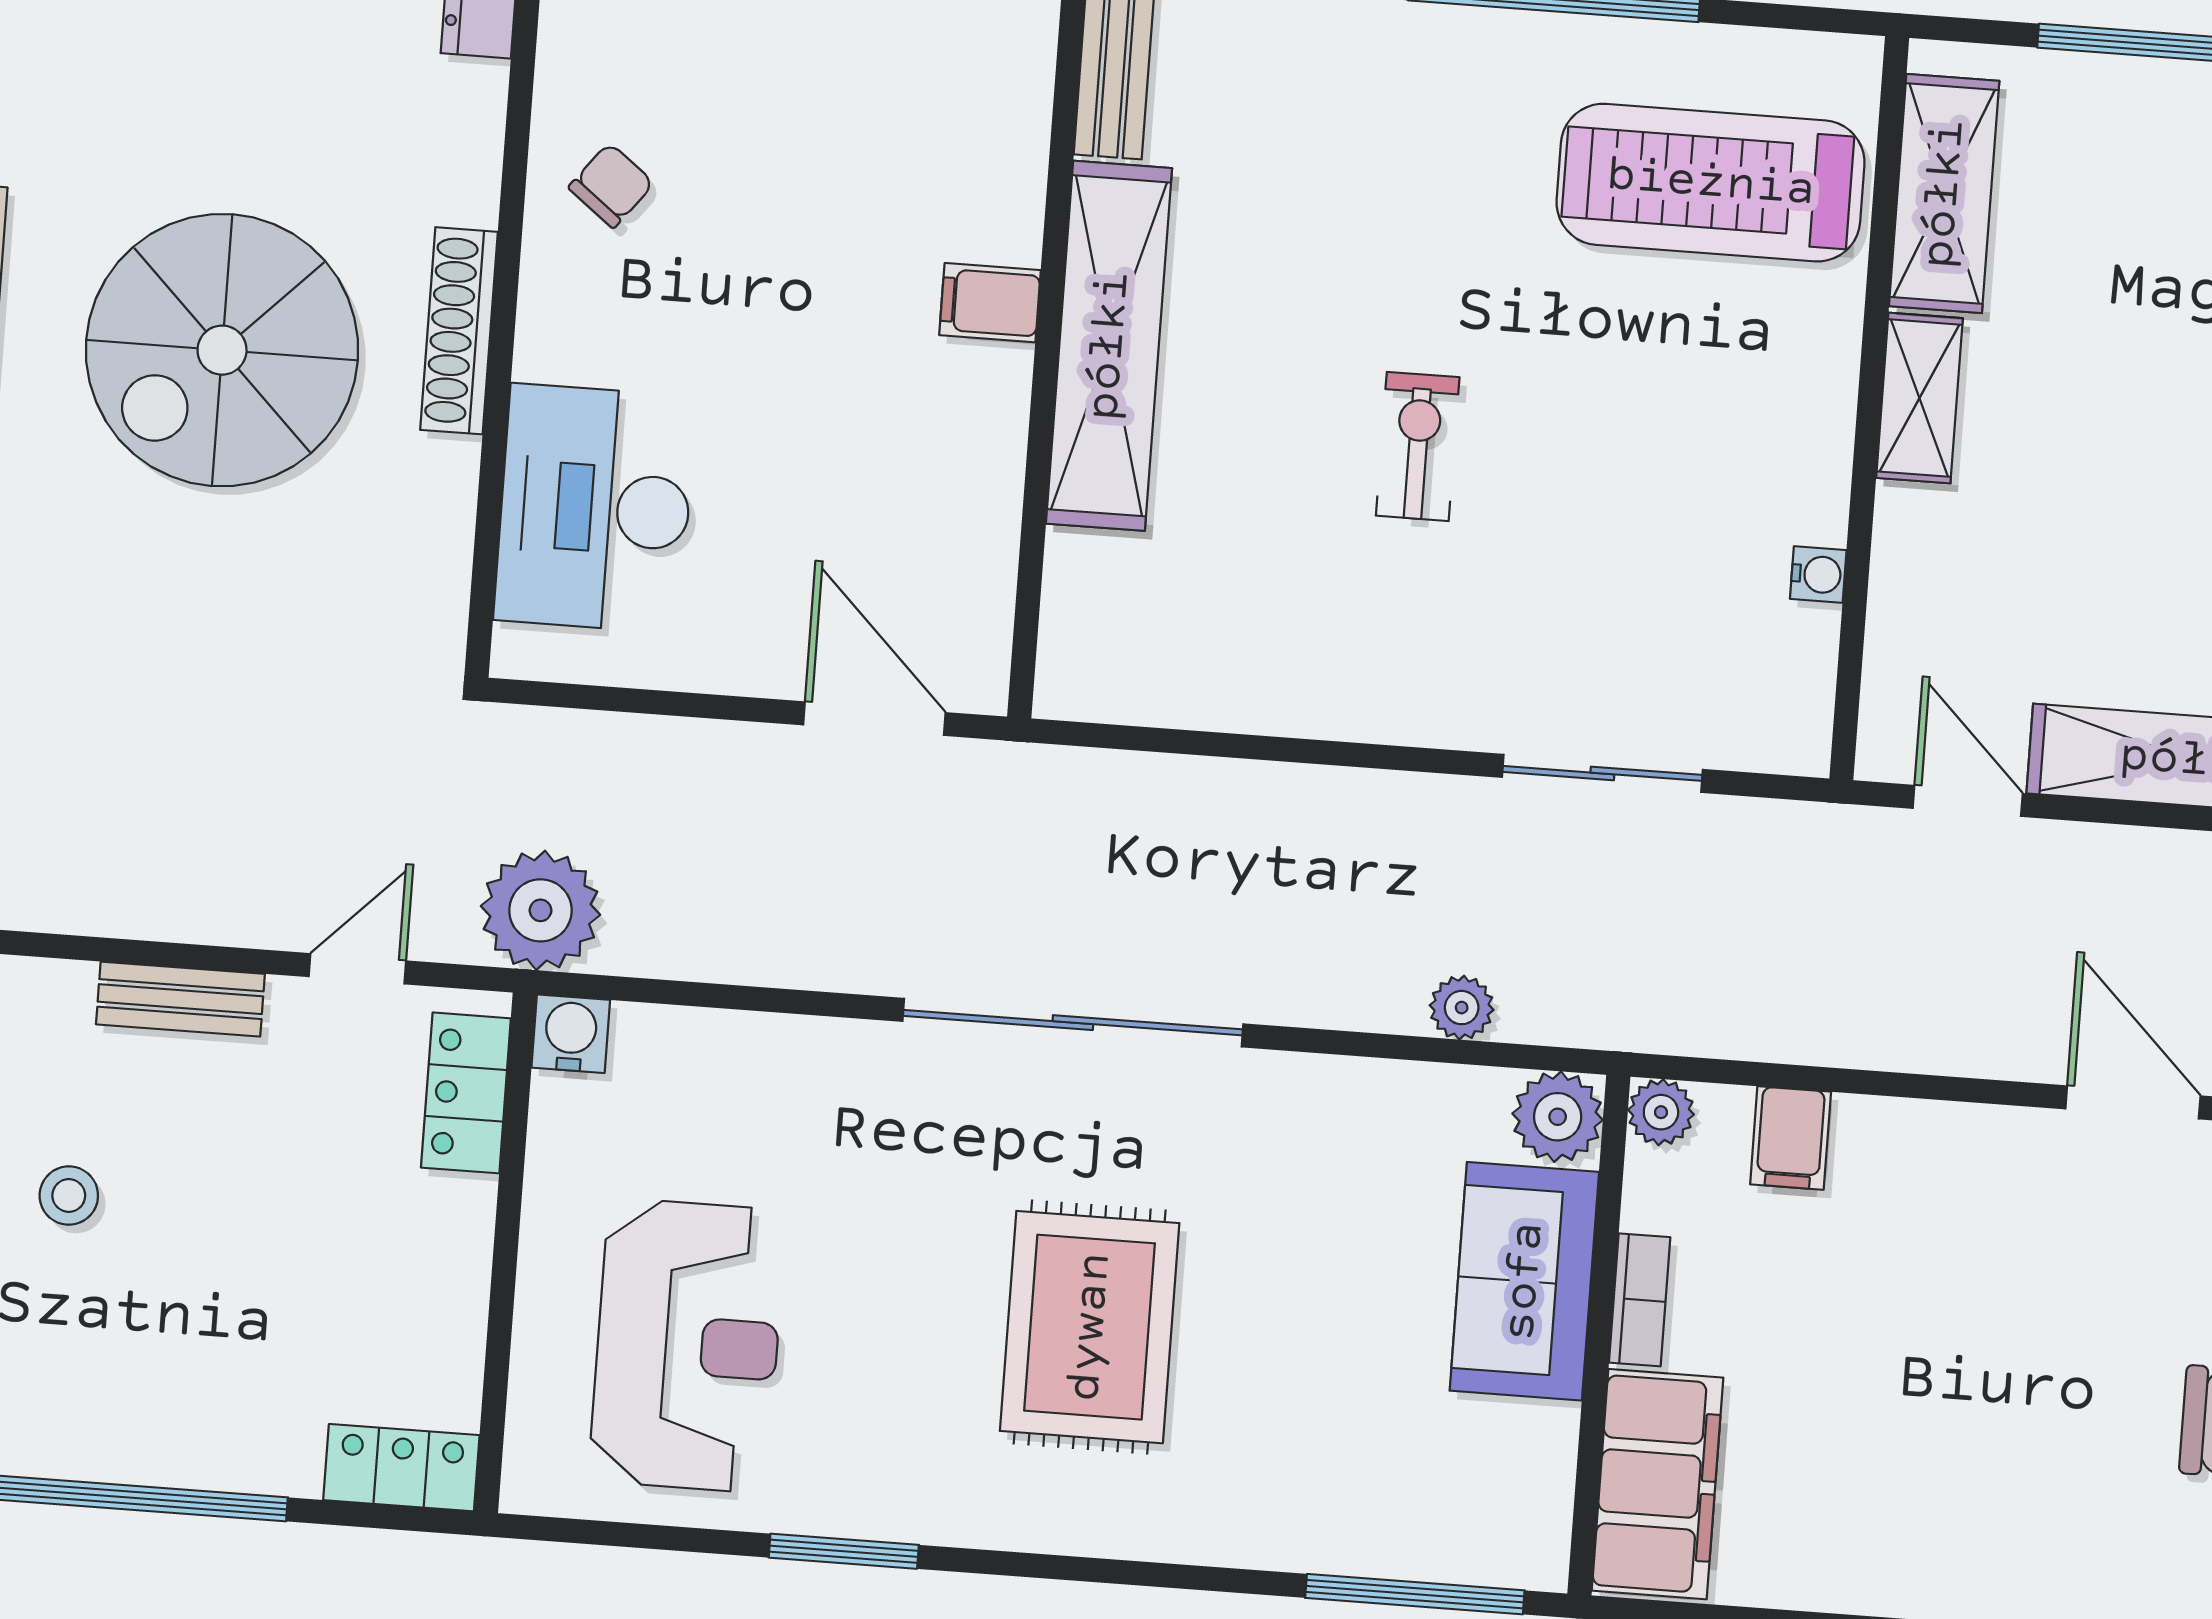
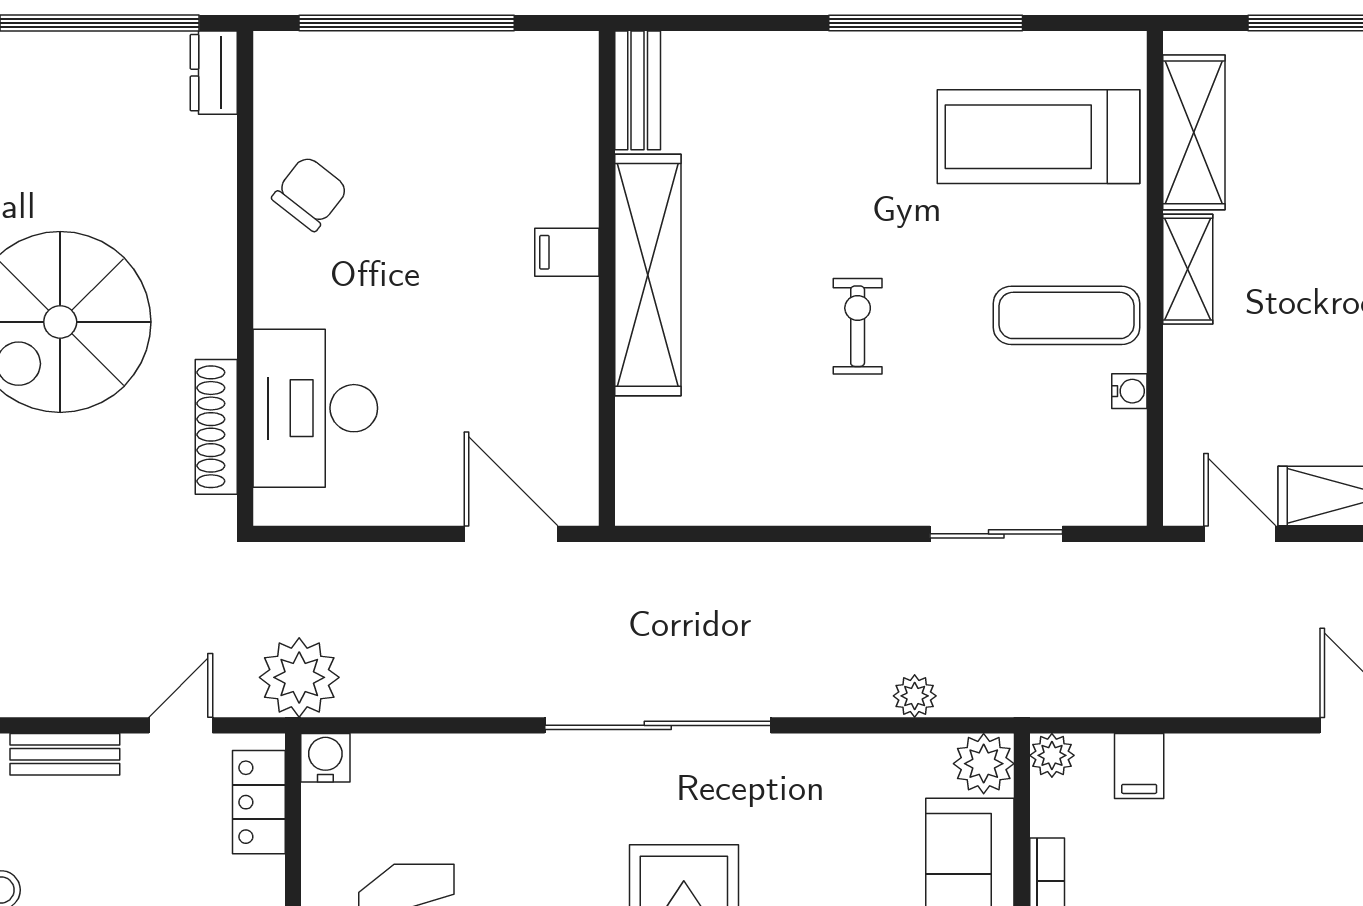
chair: (611, 185) -> (310, 193), width x1.37, depth x1.37
shoe rack: (459, 331) -> (216, 427), moved
exercise mat: (1732, 454) -> (1066, 315), added

